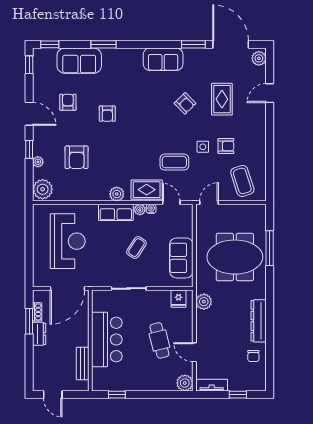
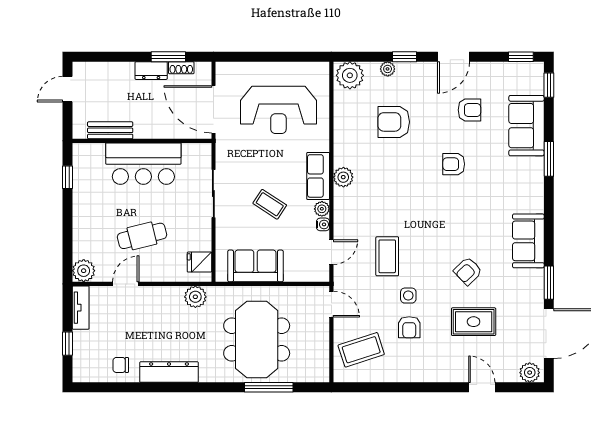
rug: (147, 190) -> (349, 218), removed

